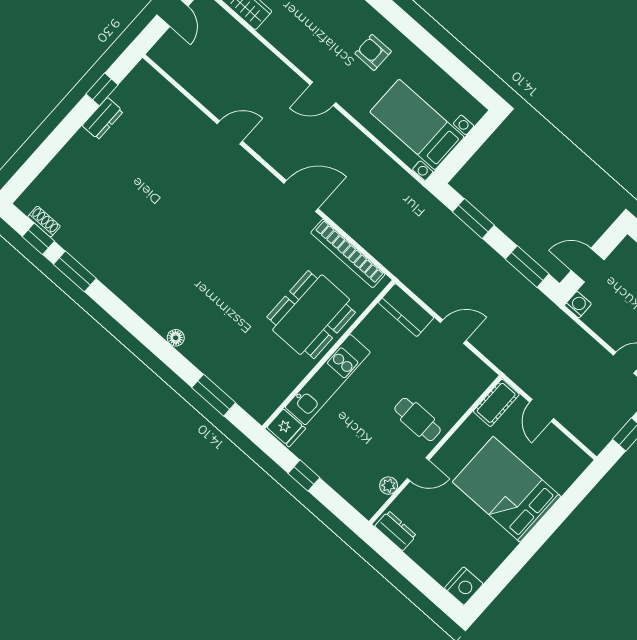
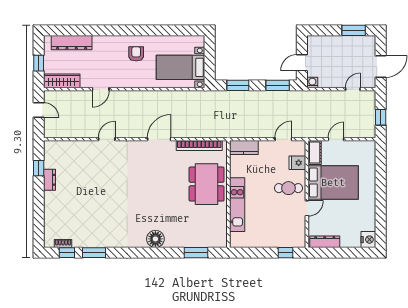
armchair: (373, 52) -> (136, 54), turned 90
door: (323, 94) -> (101, 89), moved
door: (453, 332) -> (283, 139), moved
floor lamp: (176, 338) -> (155, 239), width x1.89, depth x1.89
door: (542, 410) -> (336, 139), swing flipped
fridge: (286, 428) -> (297, 163), moved, turned 180
window: (304, 475) -> (286, 253), moved
plant: (389, 486) -> (301, 226), removed
bed: (507, 489) -> (333, 183), moved, turned 180
dresser: (396, 531) -> (325, 242), width x1.44

